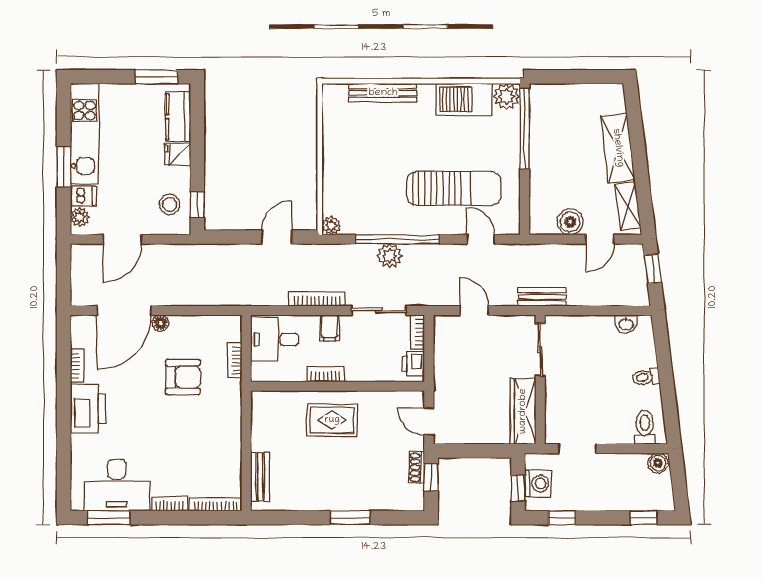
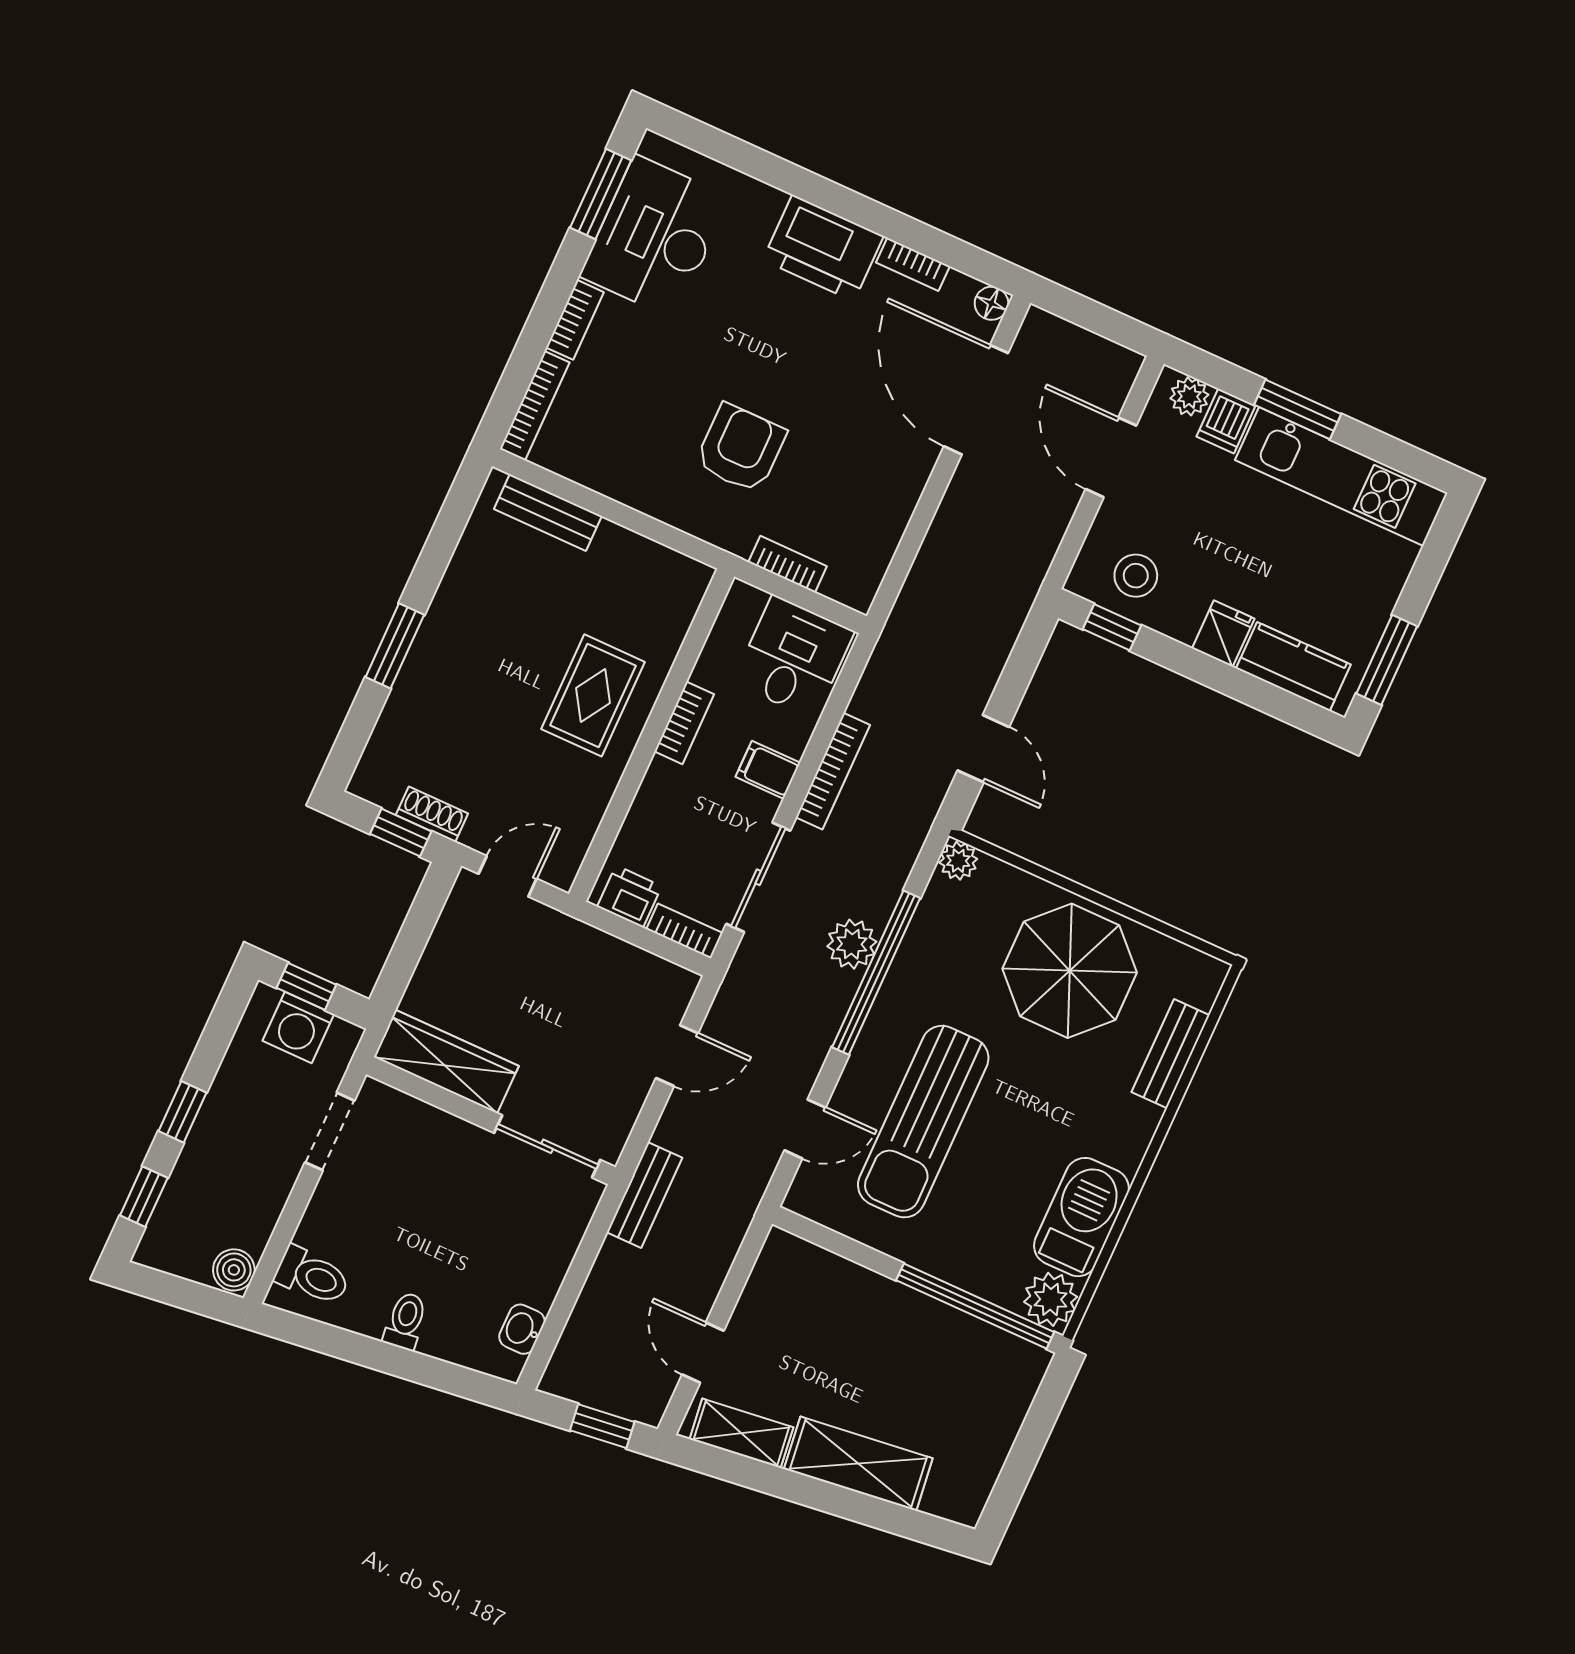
bench: (383, 93) -> (1171, 1054), width x0.73
parasol: (357, 154) -> (1070, 971), added
boiler: (570, 222) -> (761, 1311), removed
floor lamp: (161, 323) -> (991, 303), moved
armchair: (183, 377) -> (741, 448), moved, turned 180
window: (562, 518) -> (182, 1112), moved

